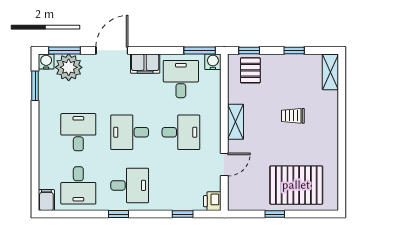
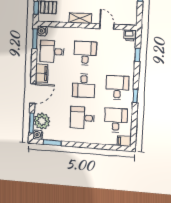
door: (112, 50) -> (33, 94), swing flipped
desk: (78, 185) -> (116, 120), turned -90

